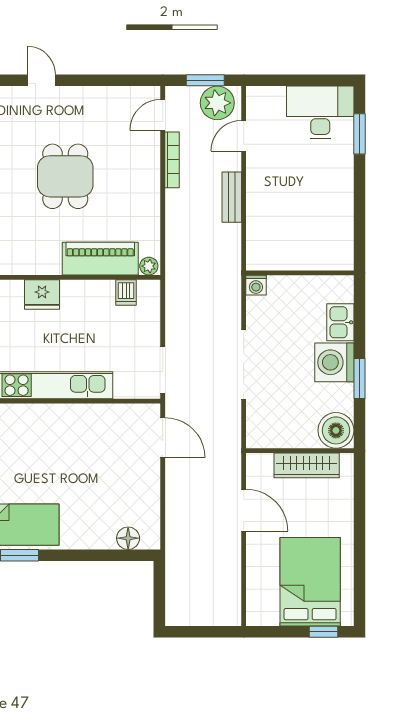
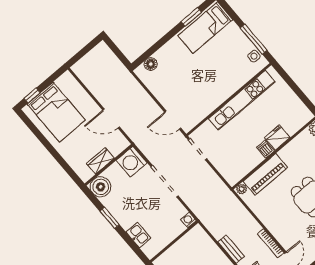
dishwasher: (126, 292) -> (265, 149), moved
washing machine: (334, 362) -> (132, 162), moved, turned 180
wardrobe: (307, 465) -> (100, 161), width x0.67

